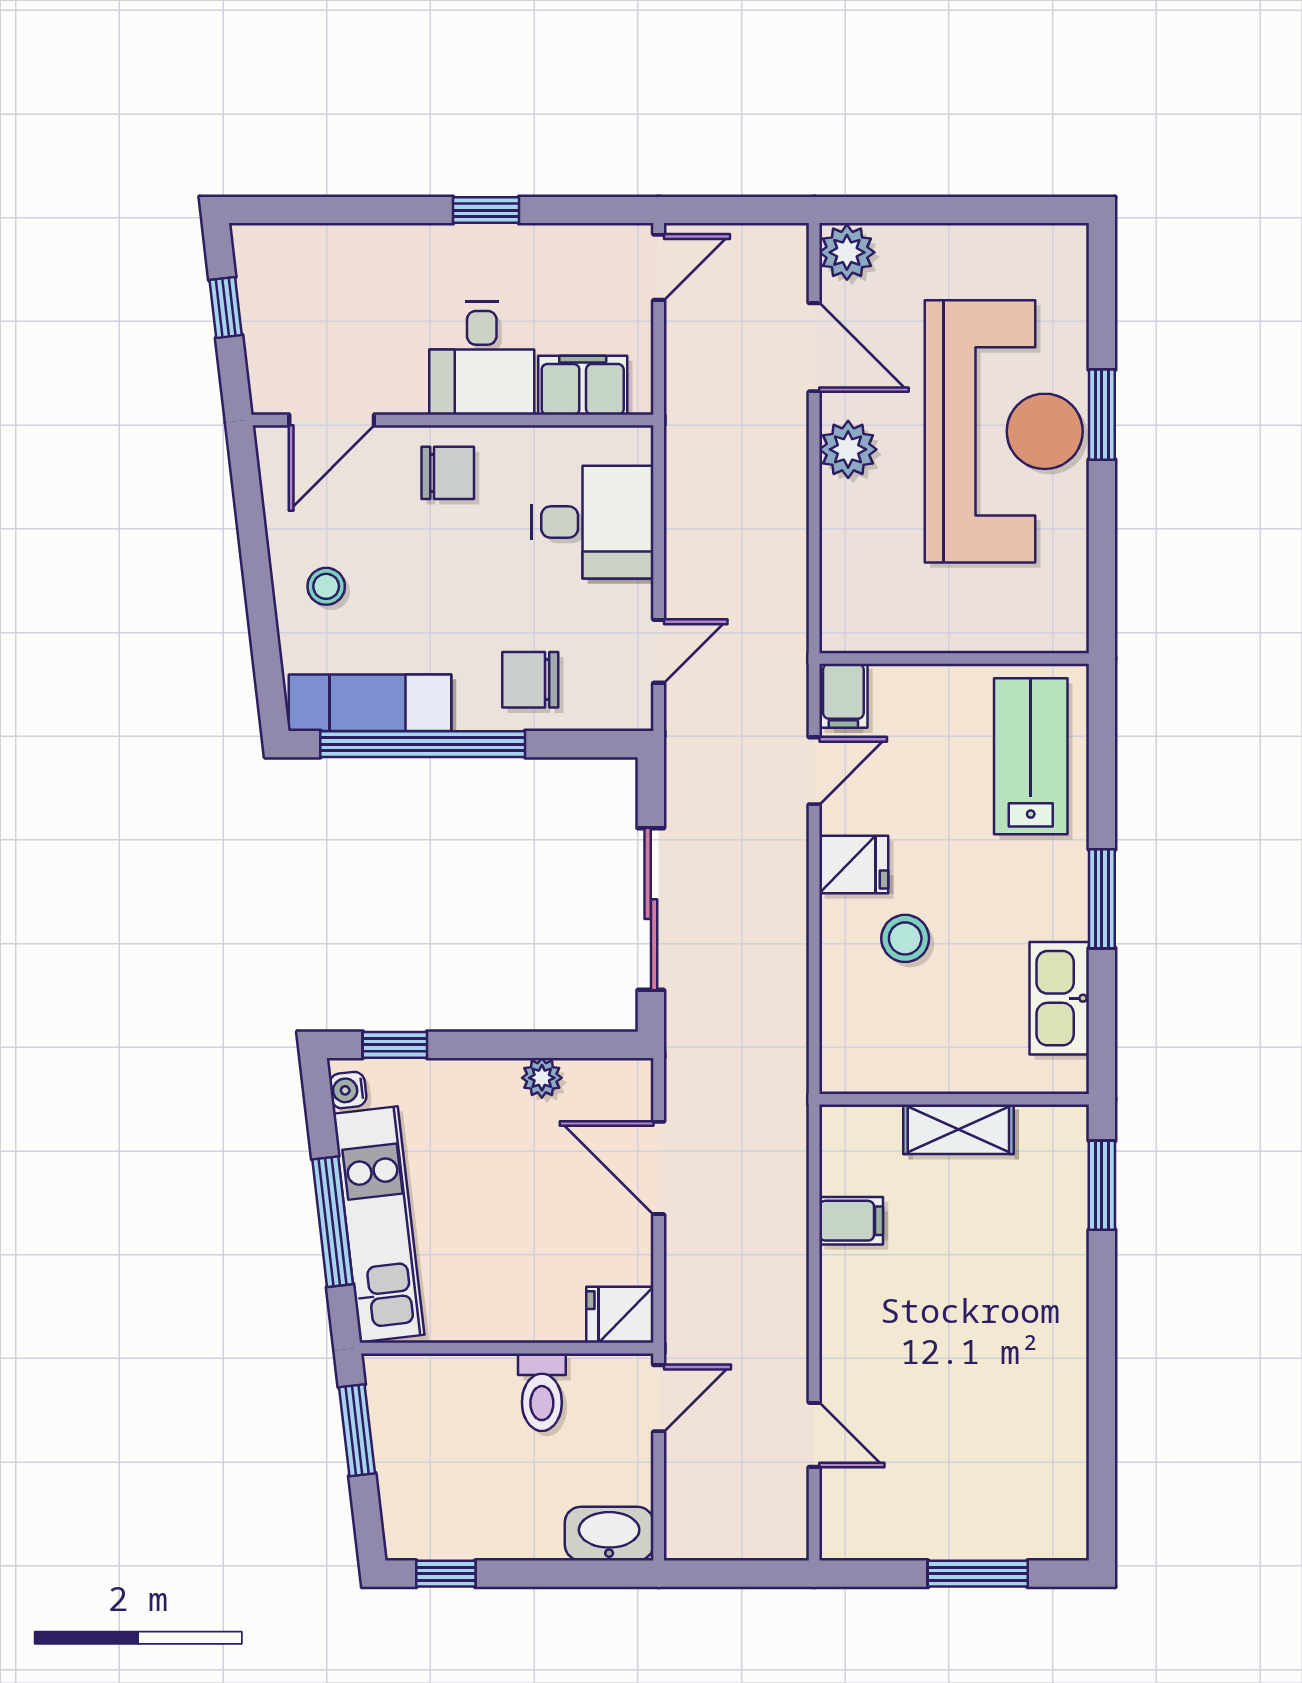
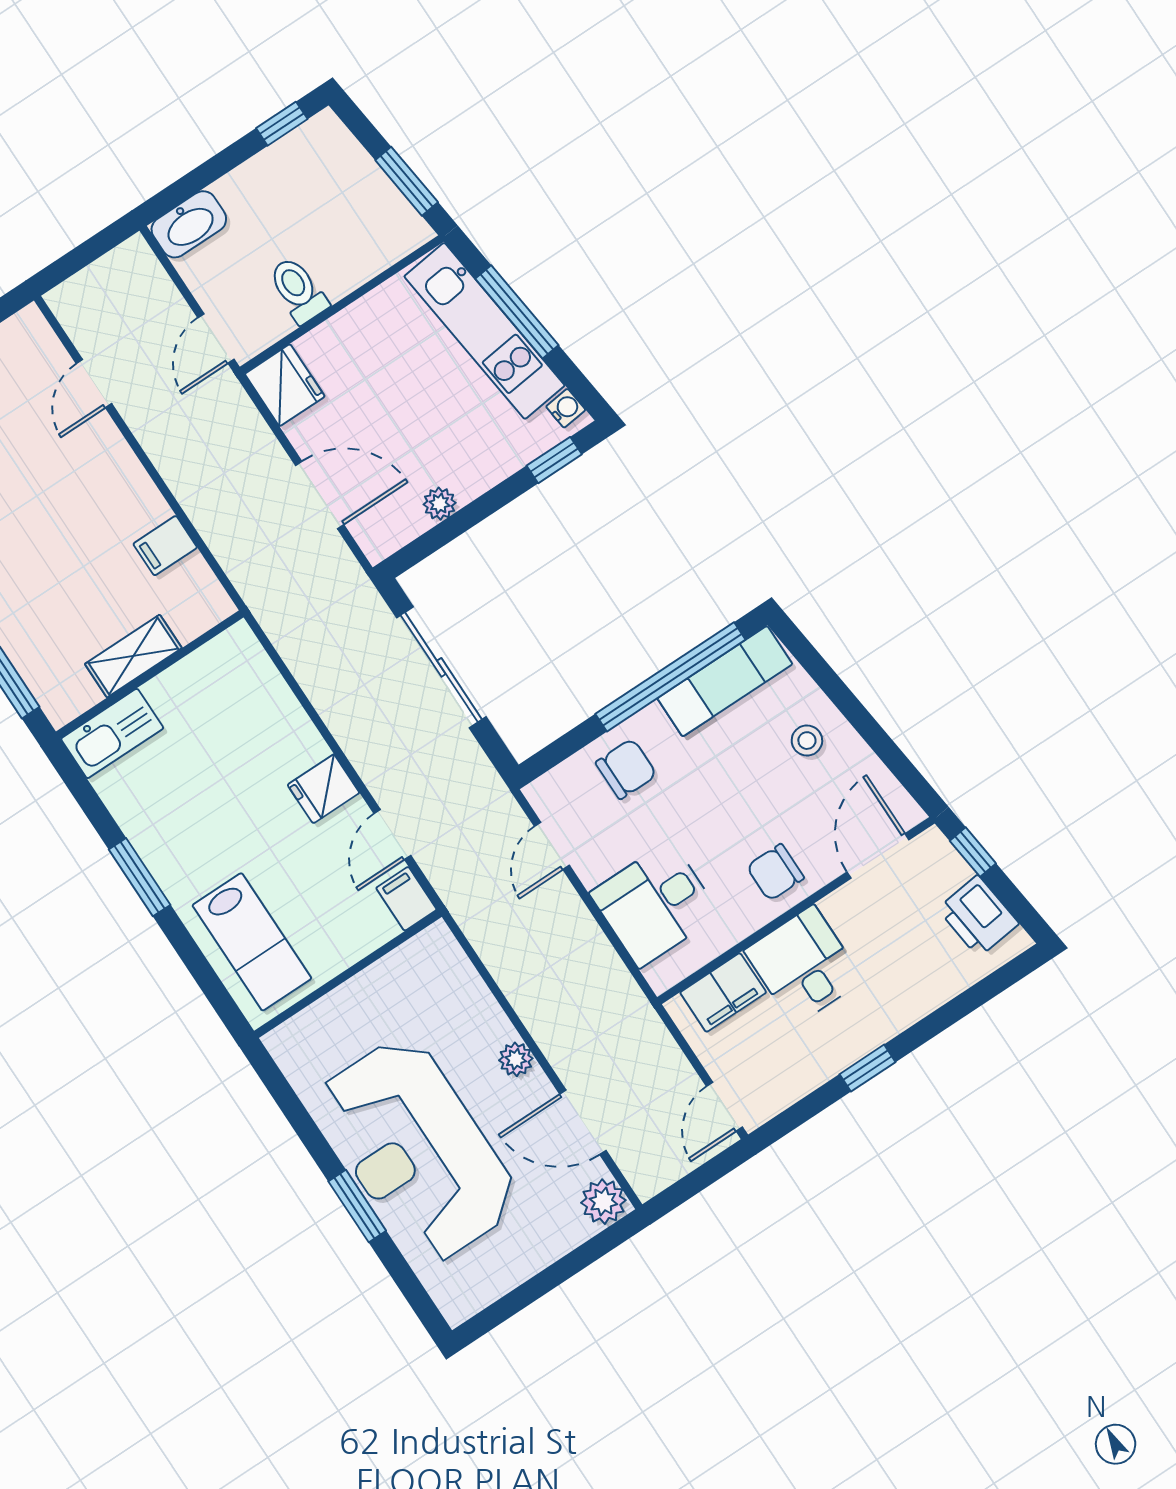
printer: (270, 290) -> (978, 916), added
window: (226, 308) -> (973, 852), moved
plant: (848, 449) -> (516, 1059), width x0.73, depth x0.73
stool: (905, 938) -> (255, 762), removed
kitchen sink: (1059, 998) -> (112, 733), moved, turned 90
fridge: (620, 1315) -> (285, 385), width x1.38
door: (814, 1435) -> (94, 384), hinge flipped

